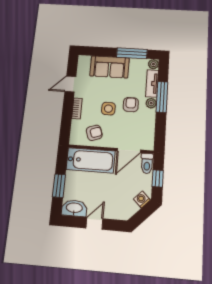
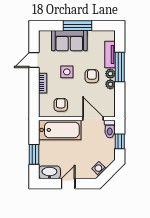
window: (132, 53) -> (77, 26), moved
plant: (153, 64) -> (110, 84), moved
side table: (108, 109) -> (67, 72), moved
armchair: (94, 133) -> (61, 105), turned -71
door: (129, 150) -> (93, 119), swing flipped
washing machine: (142, 199) -> (99, 169), moved

